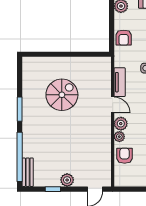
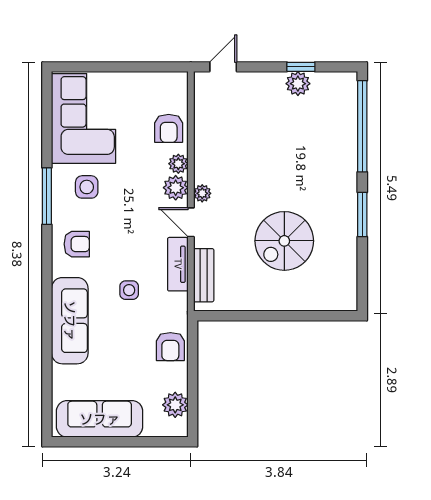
armchair: (124, 38) -> (170, 347), turned 180
plant: (106, 121) -> (202, 193), added
bench: (28, 172) -> (204, 275), moved
plant: (67, 180) -> (298, 84), moved

